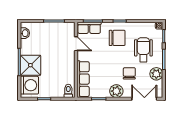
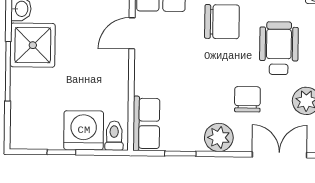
door: (76, 44) -> (132, 33), swing flipped
shower: (30, 65) -> (33, 45), moved
row of seats: (83, 79) -> (146, 123), width x0.68
washing machine: (29, 85) -> (84, 130), moved, turned -90

